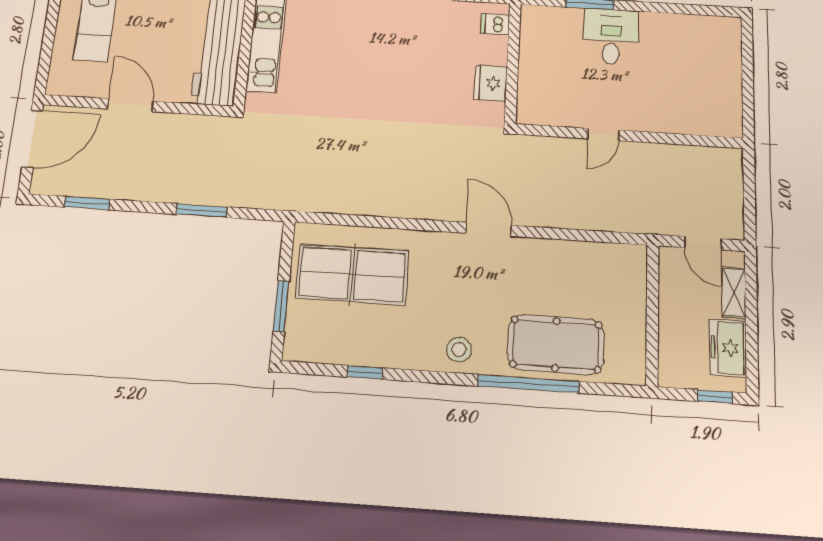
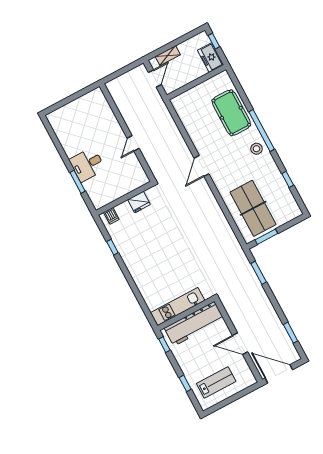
door: (131, 105) -> (240, 344), hinge flipped
door: (603, 134) -> (133, 143), swing flipped
window: (201, 211) -> (259, 273), moved
window: (281, 306) -> (266, 237), moved
freezer: (728, 348) -> (210, 58), moved, turned 90
window: (528, 384) -> (262, 131), moved

